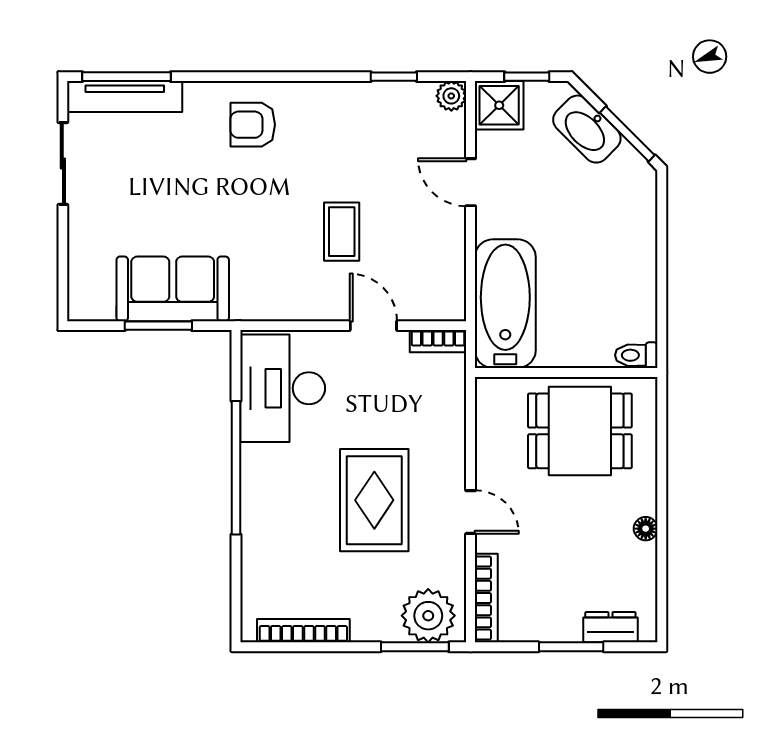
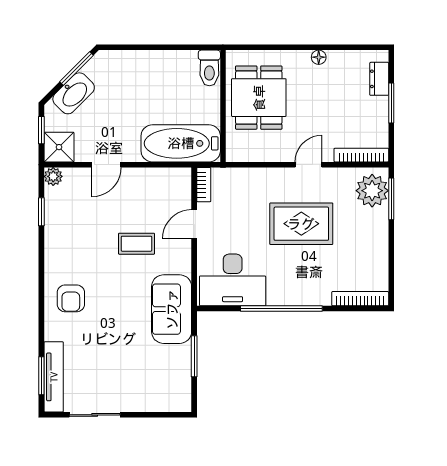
window: (127, 77) -> (41, 376), width x0.69
sofa: (173, 289) -> (172, 309), moved
toilet: (636, 355) -> (209, 68), width x1.37, depth x1.39
bookcase: (303, 631) -> (360, 299), moved, turned 90

